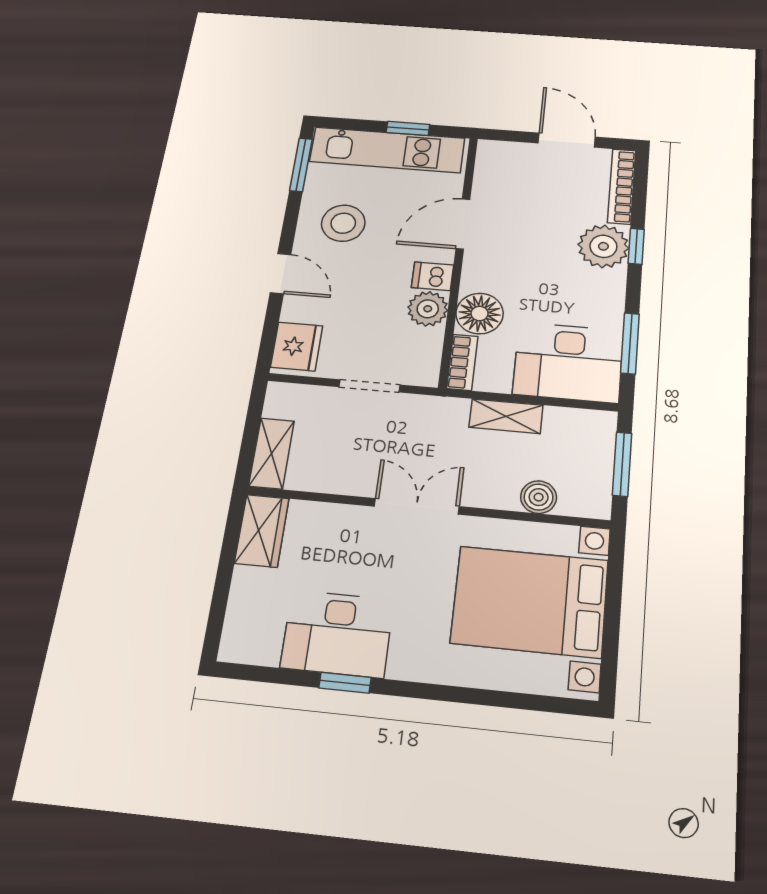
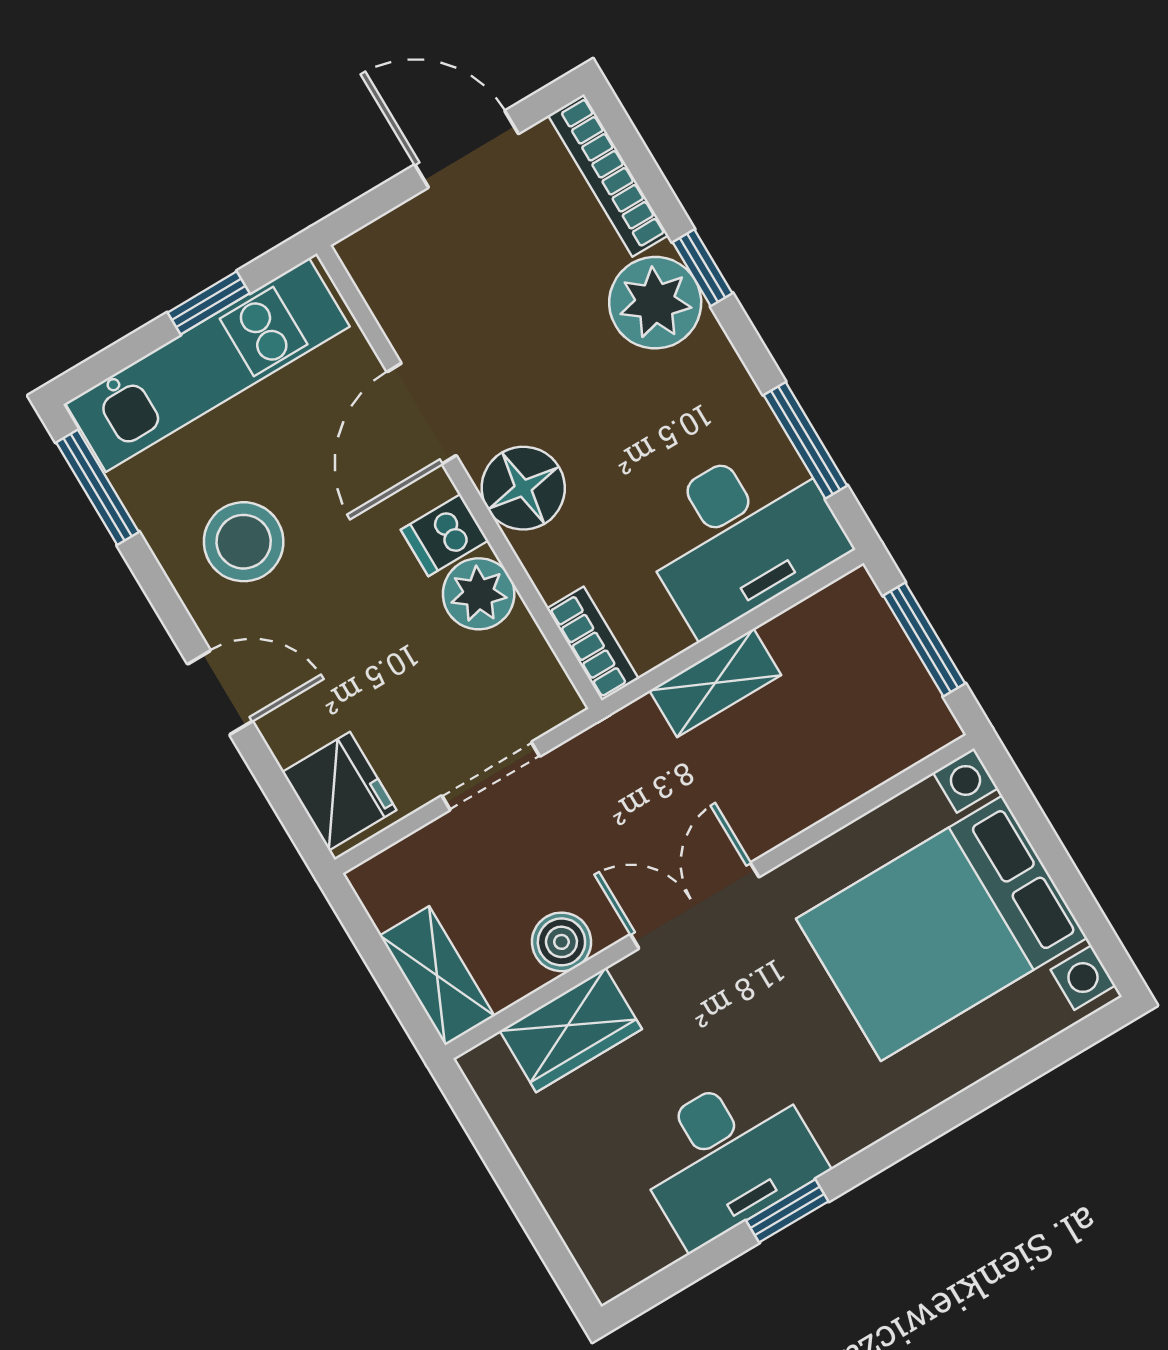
floor lamp: (480, 313) -> (523, 488), moved
boiler: (539, 497) -> (561, 942), moved
wardrobe: (262, 531) -> (571, 1030), moved, turned 90

